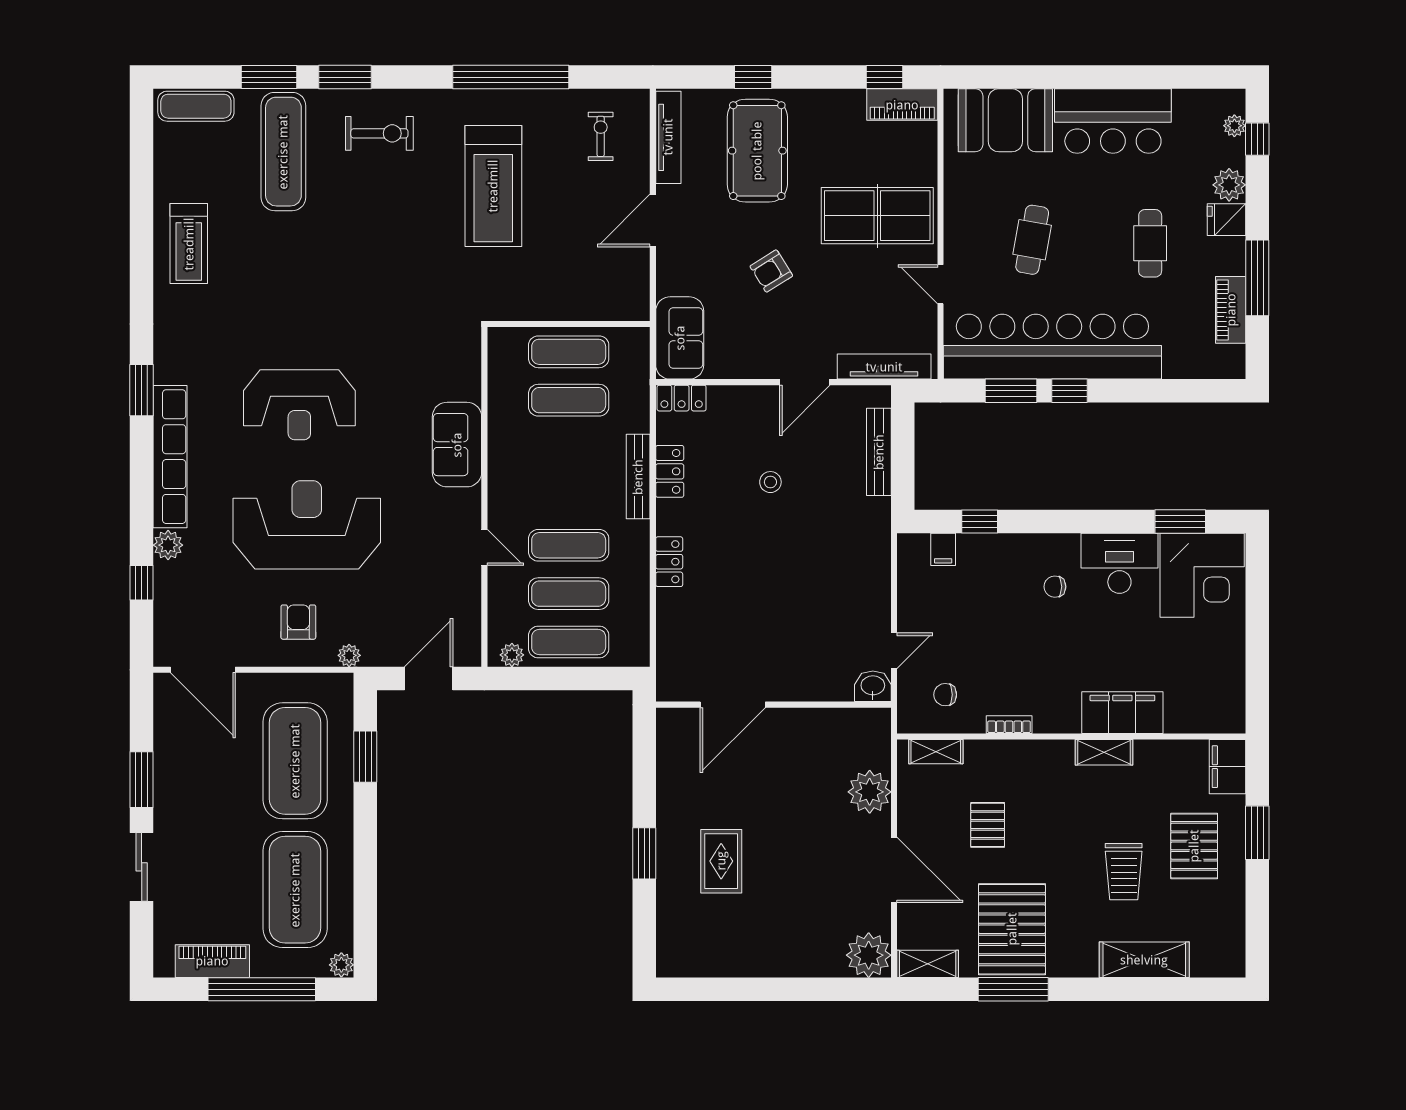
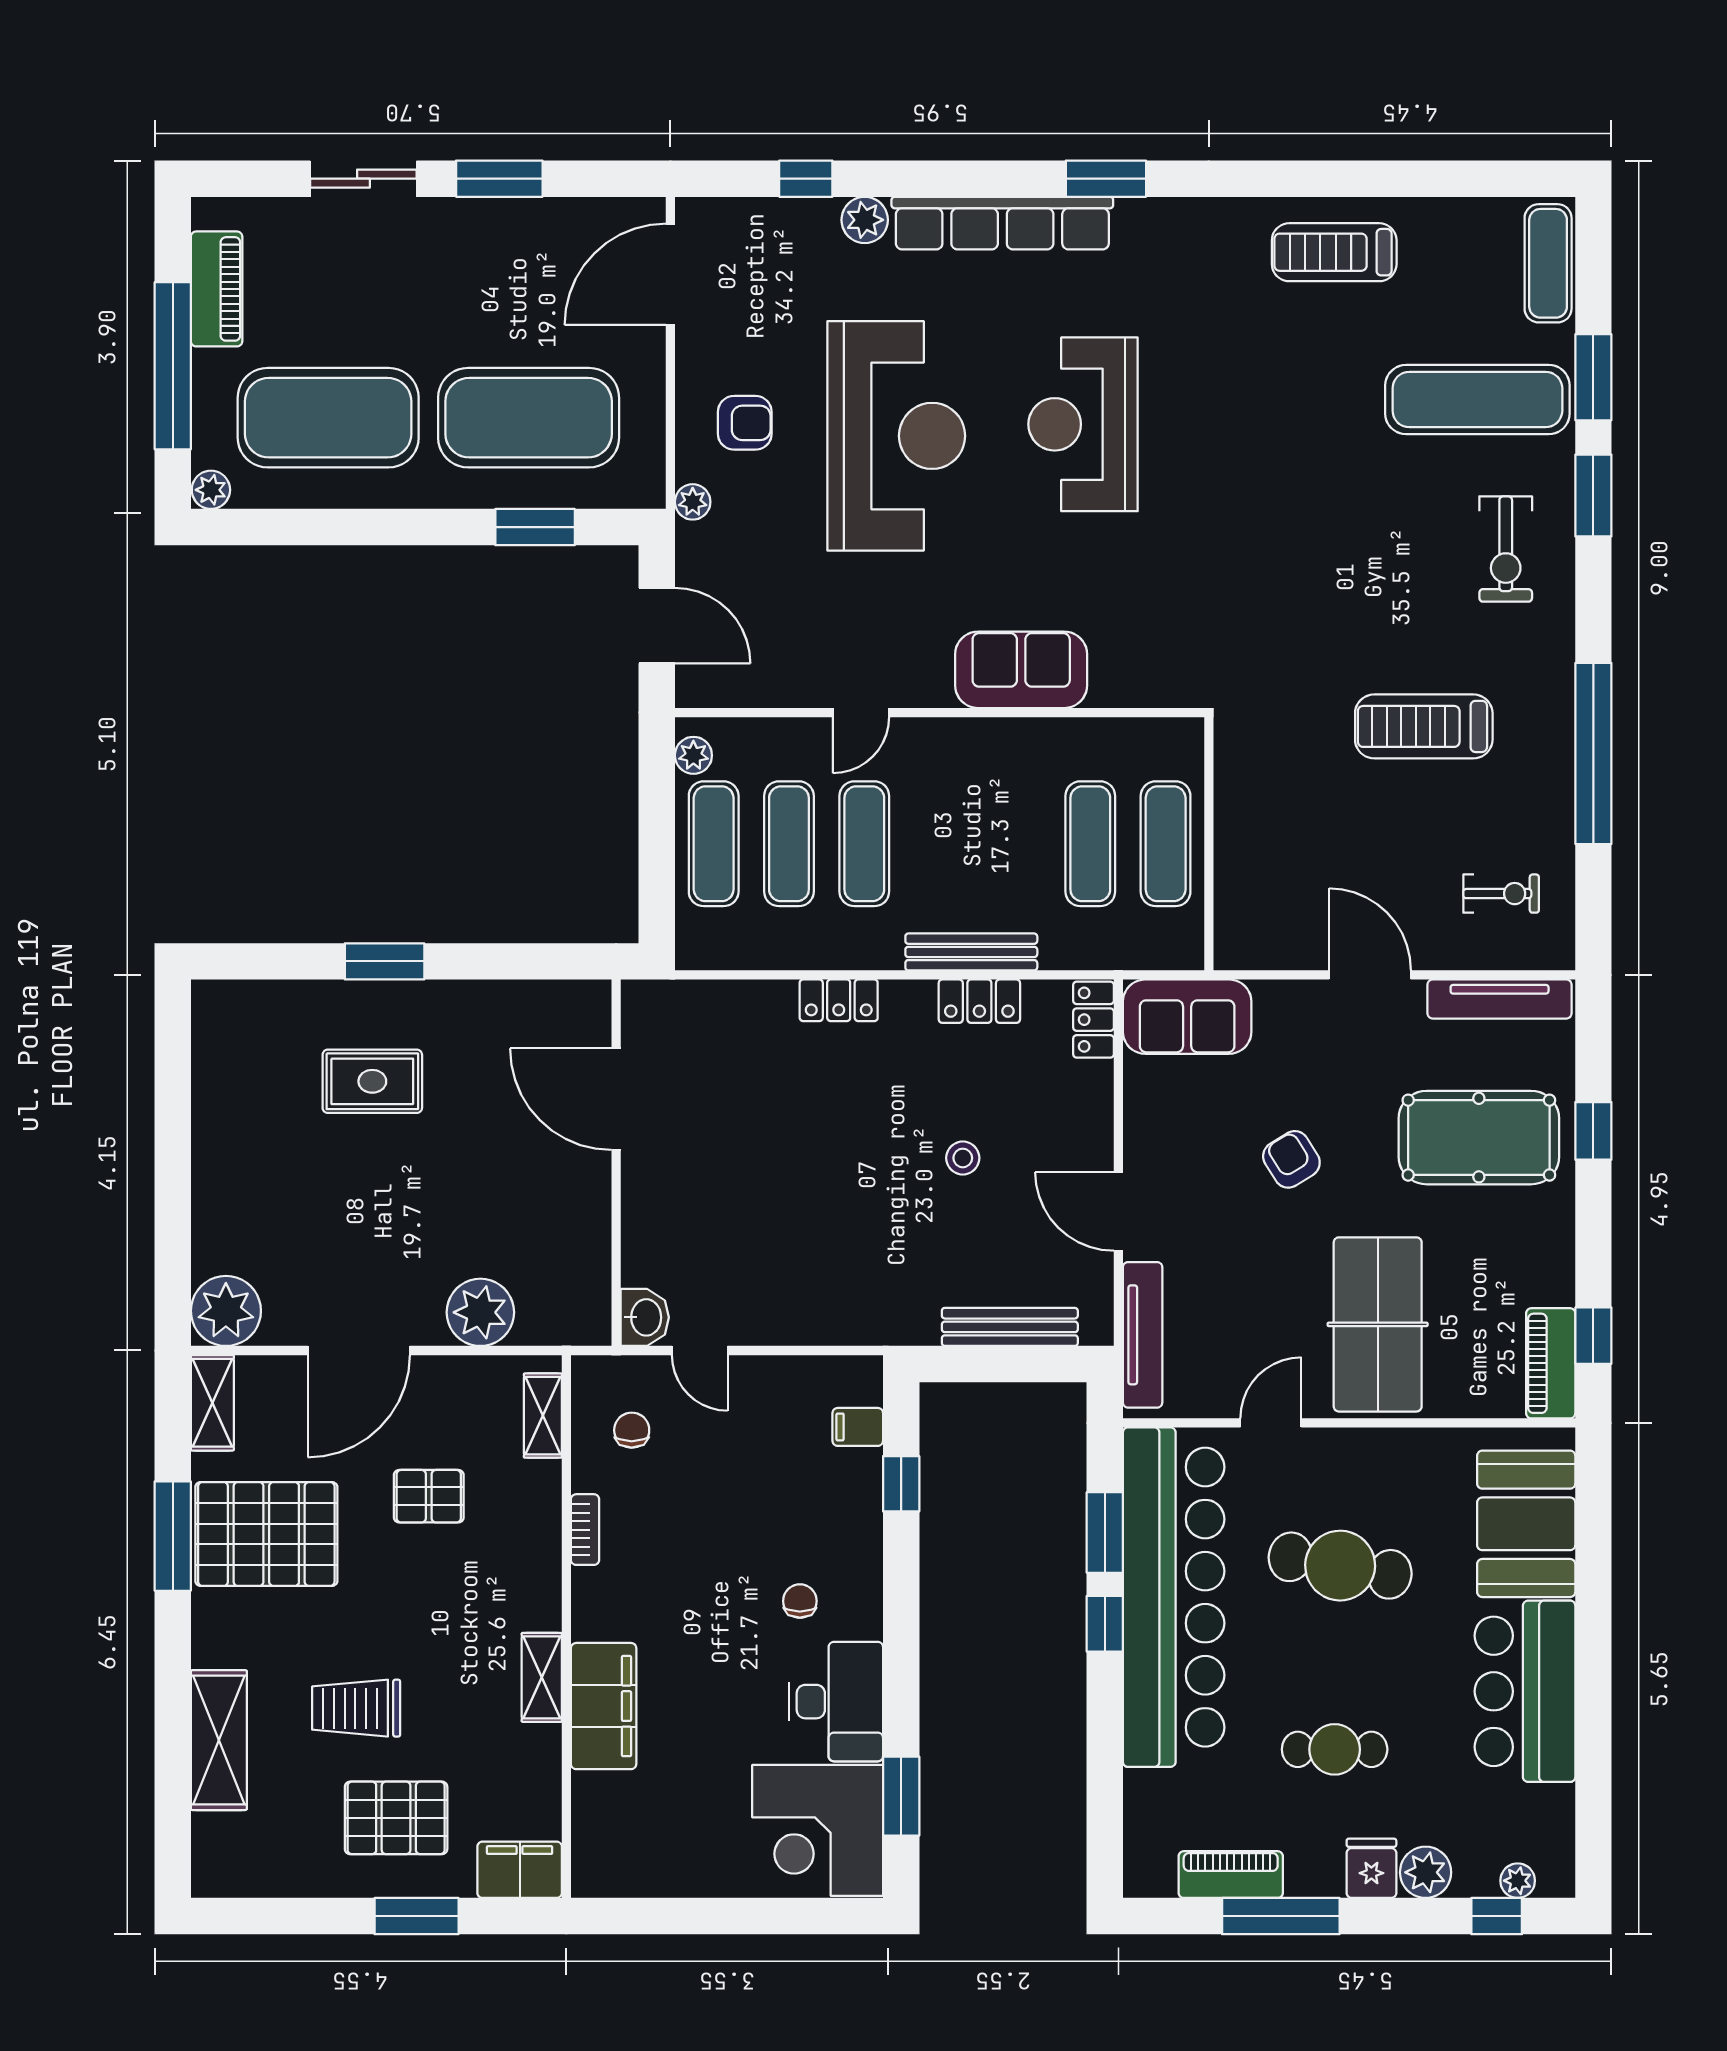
treadmill: (493, 186) -> (1424, 726), width x0.73, depth x0.73
cafe table: (1032, 240) -> (1340, 1566), width x1.37, depth x1.35

